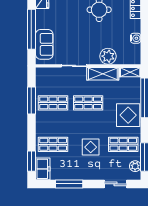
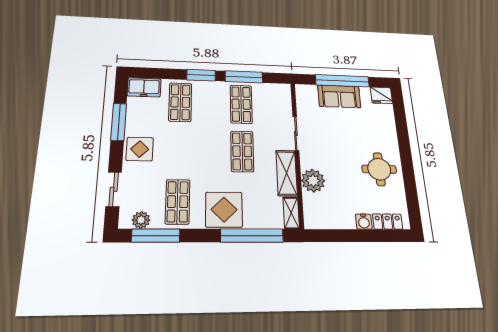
water cooler: (136, 38) -> (364, 222), moved
sofa: (44, 44) -> (339, 96), moved
display table: (91, 147) -> (140, 149), moved
window: (31, 161) -> (201, 75), moved

